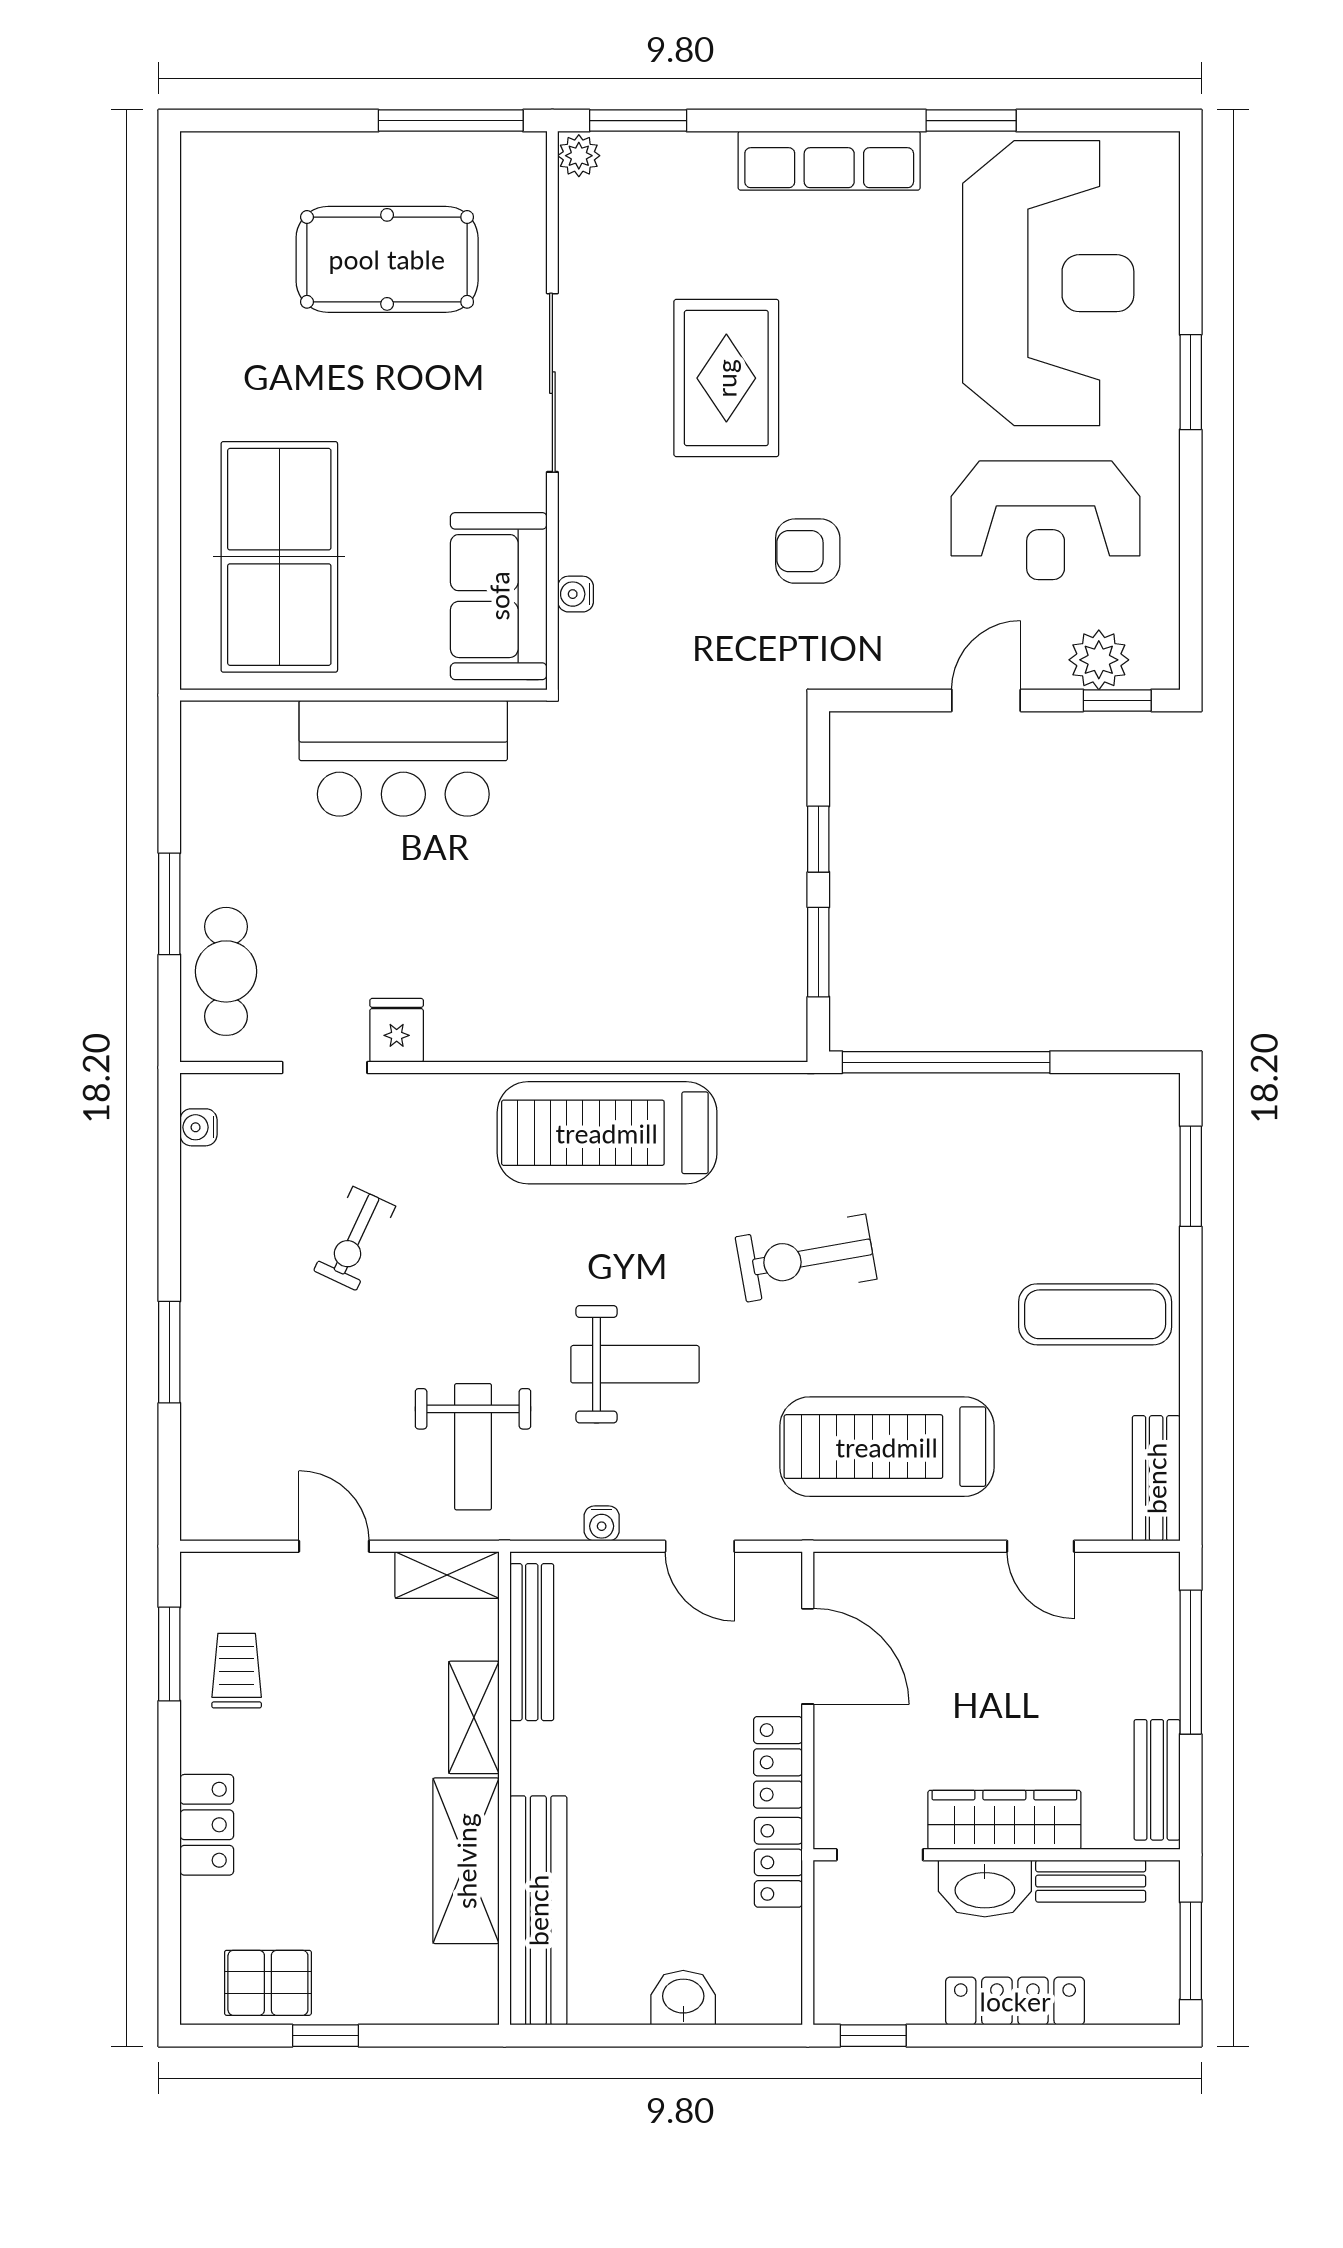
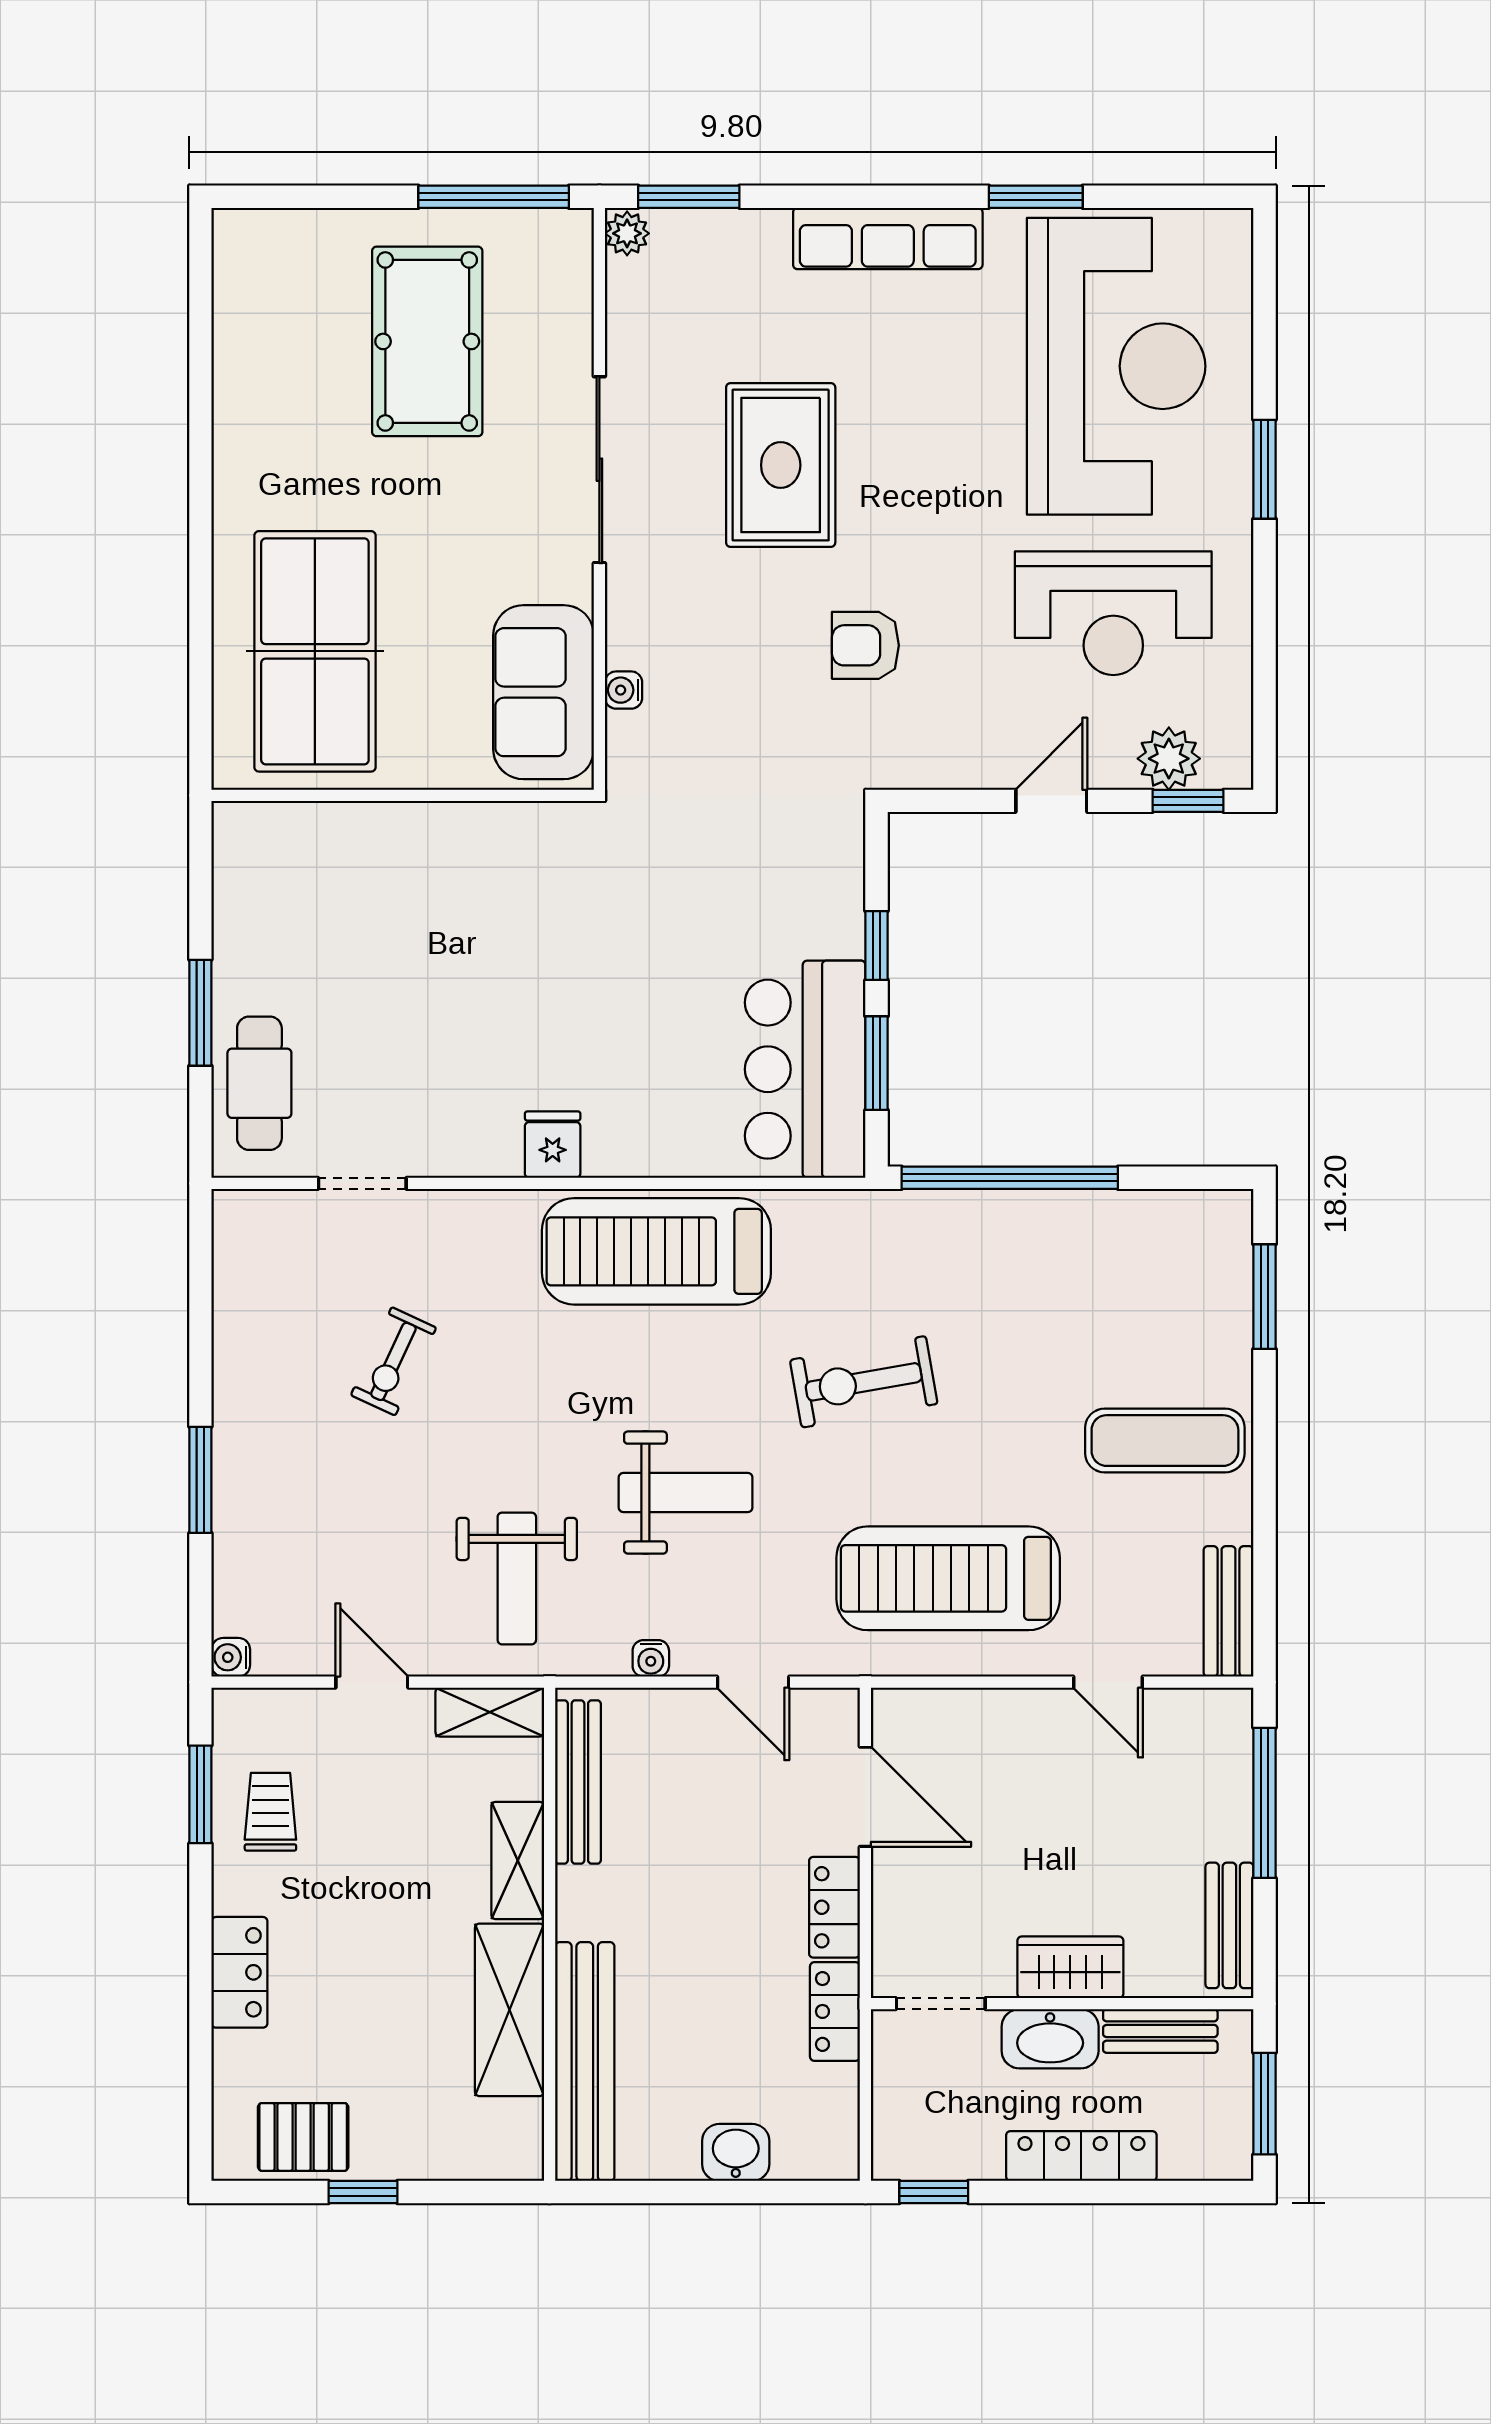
pool table: (387, 259) -> (427, 341), turned 90
bar counter: (403, 758) -> (805, 1069), moved, turned 90
fridge: (397, 1030) -> (553, 1145), moved
water cooler: (198, 1127) -> (231, 1657), moved
wardrobe: (1004, 1820) -> (1070, 1967), width x0.67

